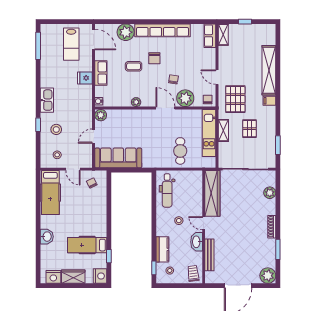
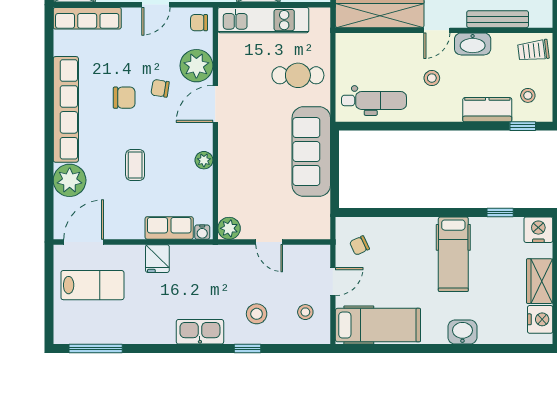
row of seats: (210, 36) -> (87, 18), width x1.48
chair: (154, 58) -> (124, 98), moved
row of seats: (101, 73) -> (169, 228), moved
sofa: (118, 158) -> (311, 152), moved
hospital bed: (87, 245) -> (453, 254), moved

